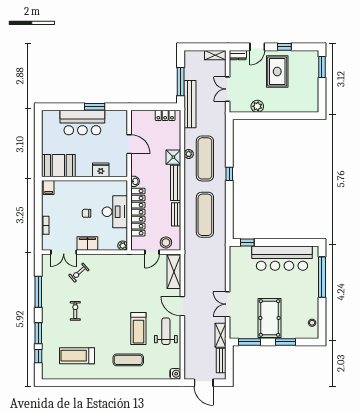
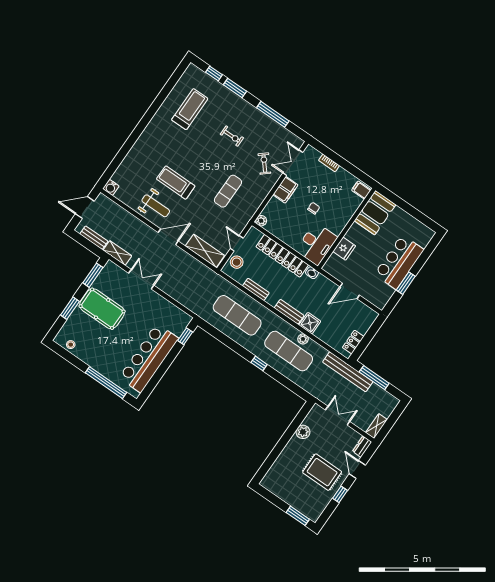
bench: (176, 183) -> (289, 312), width x0.73
desk: (115, 212) -> (316, 244), moved, turned -90
exercise mat: (128, 360) -> (228, 191), moved

